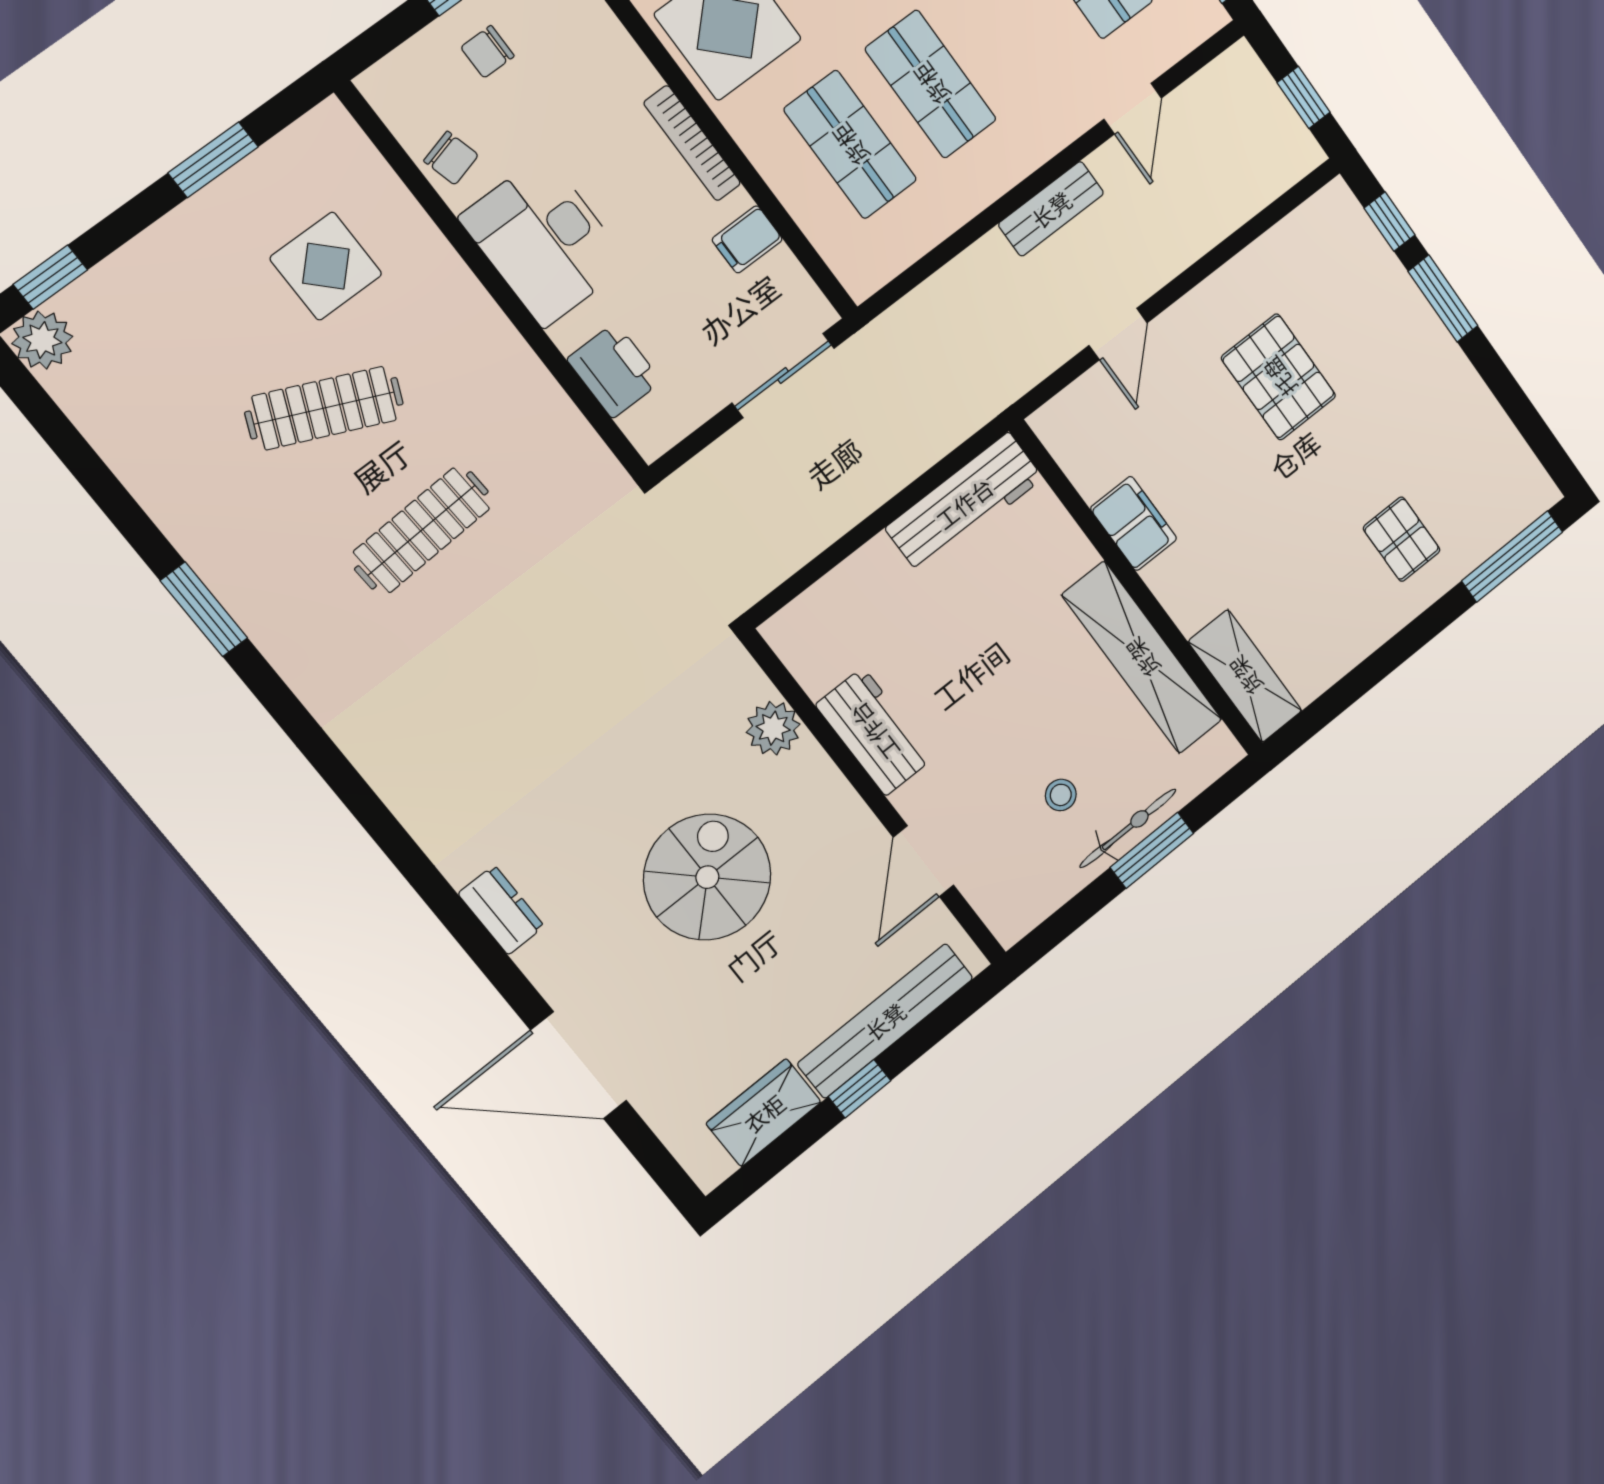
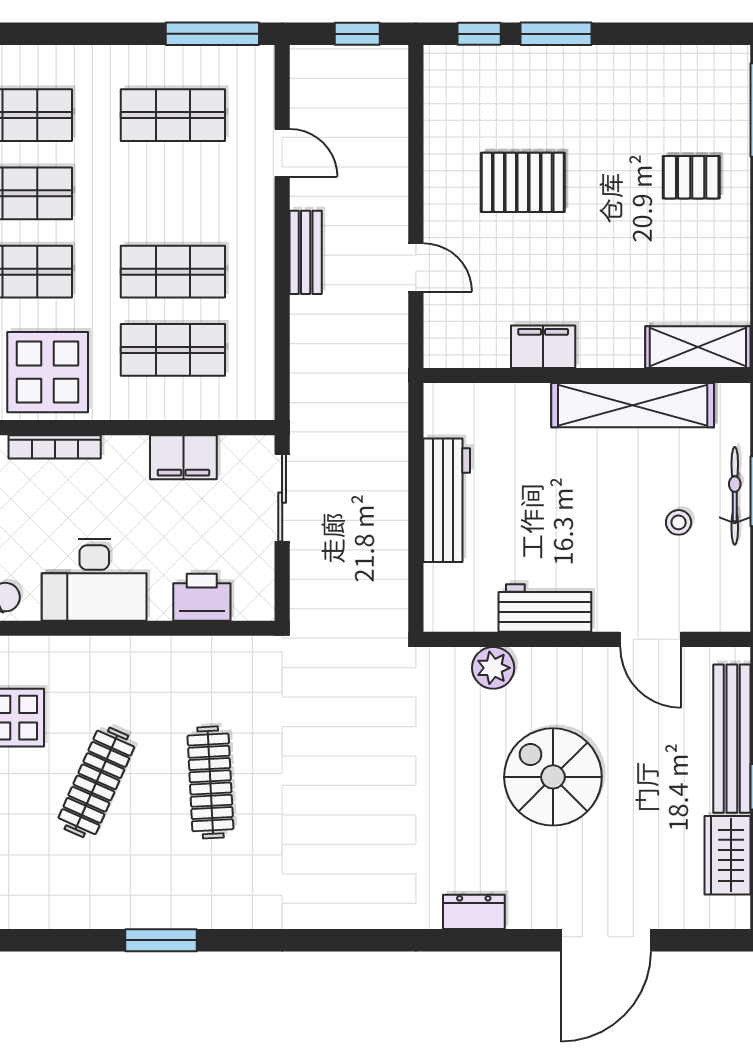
bookcase: (692, 143) -> (55, 447), moved
filing cabinet: (747, 239) -> (183, 457), width x2.00
workbench: (964, 503) -> (447, 500), moved

